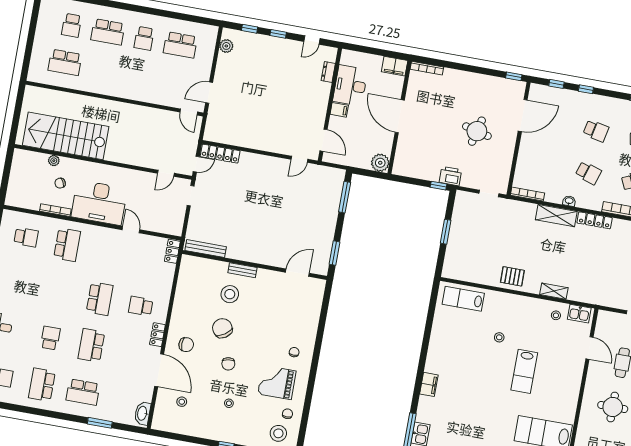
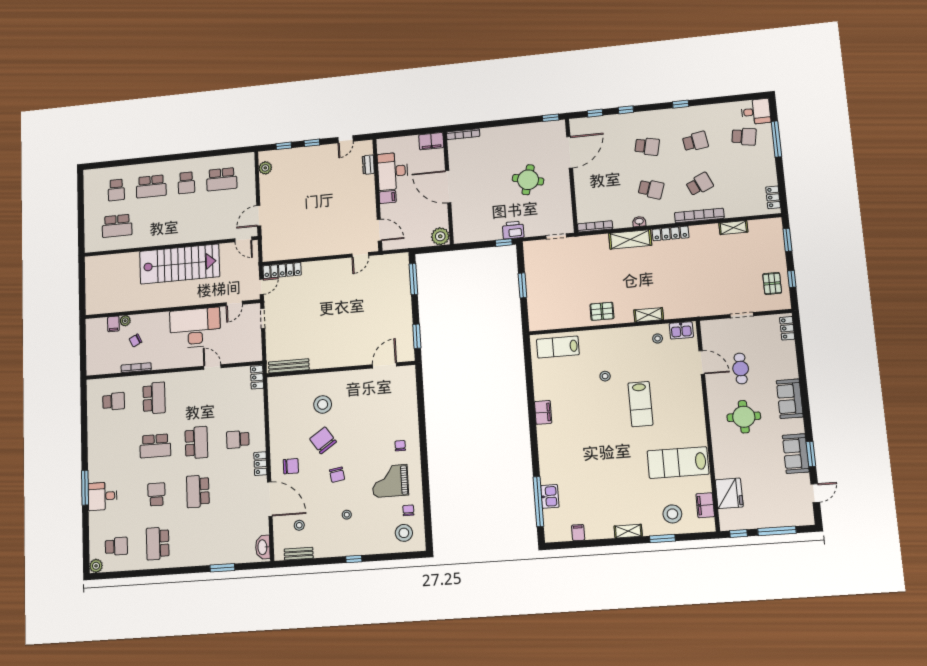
stairs: (66, 136) -> (180, 264), moved, turned 180
filing cabinet: (41, 161) -> (113, 324), added
desk: (99, 203) -> (195, 328), moved, turned 180
bench: (242, 270) -> (299, 554), moved
filing cabinet: (429, 384) -> (543, 412), moved
school desk: (83, 392) -> (155, 446), moved

